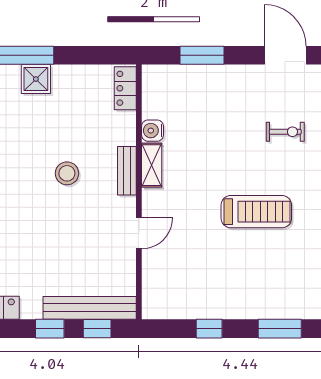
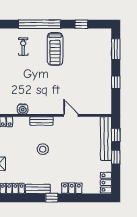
shelving: (152, 165) -> (39, 109), removed
treadmill: (256, 212) -> (55, 49), moved, turned 180

